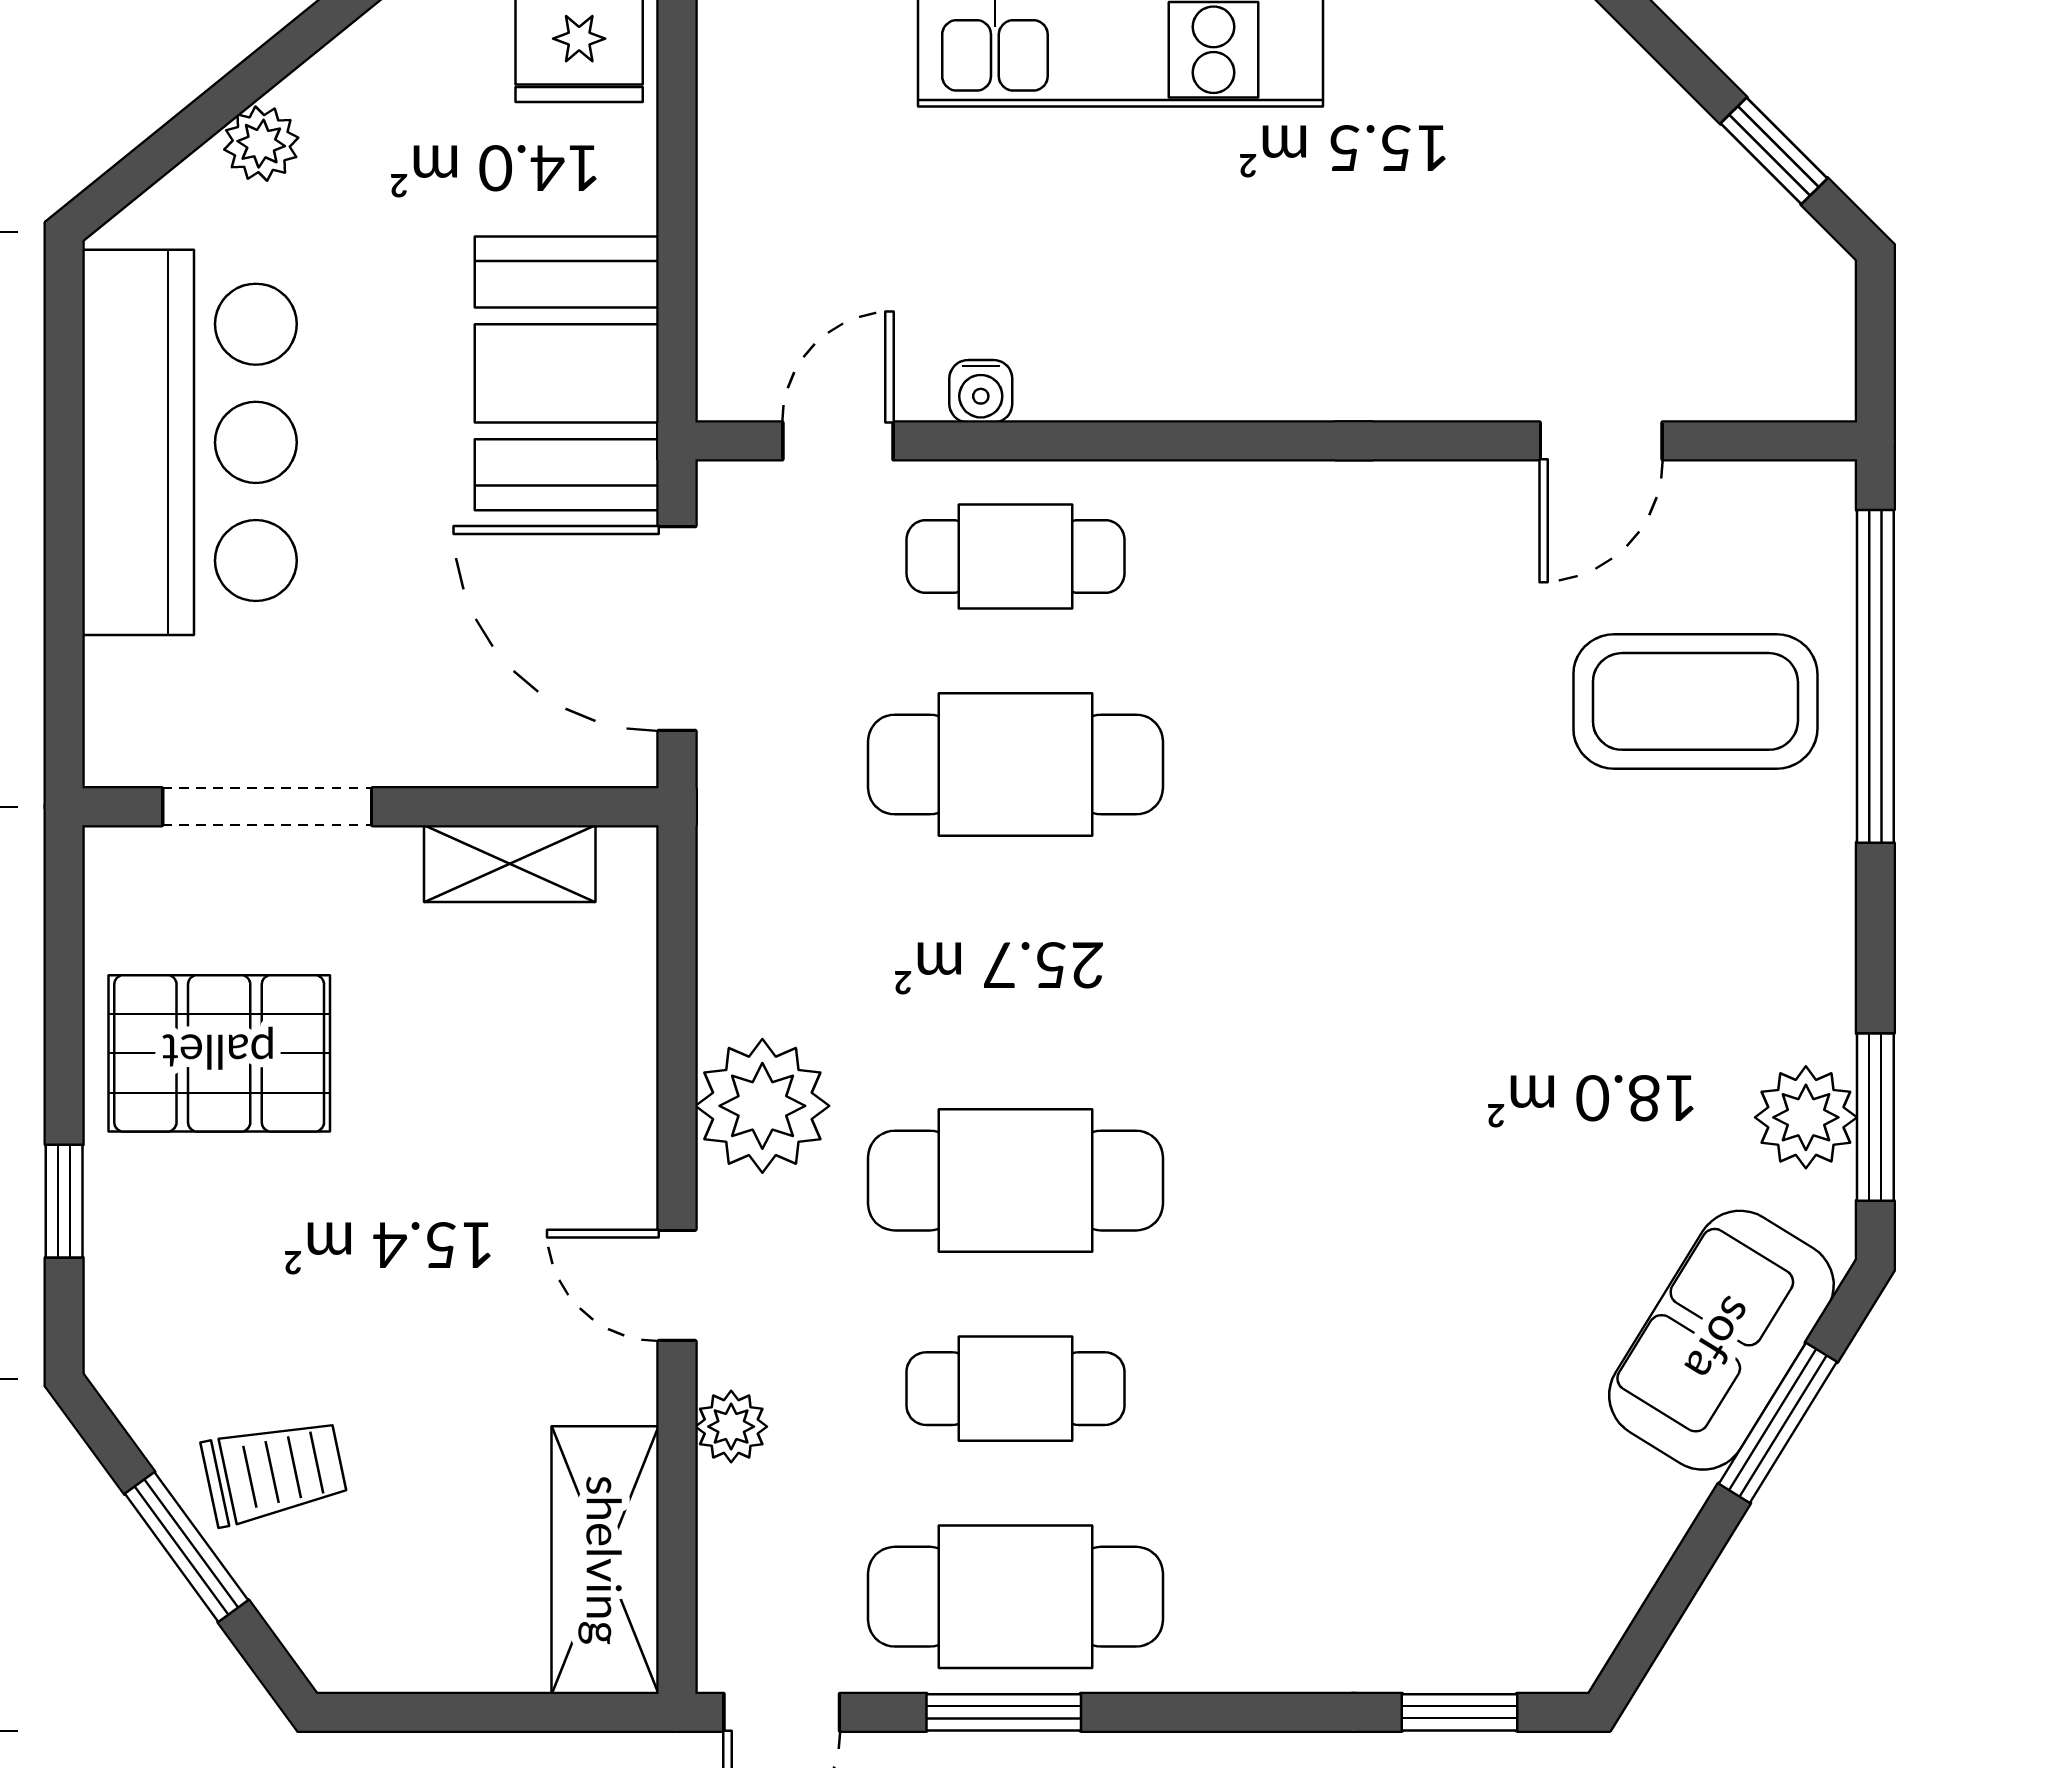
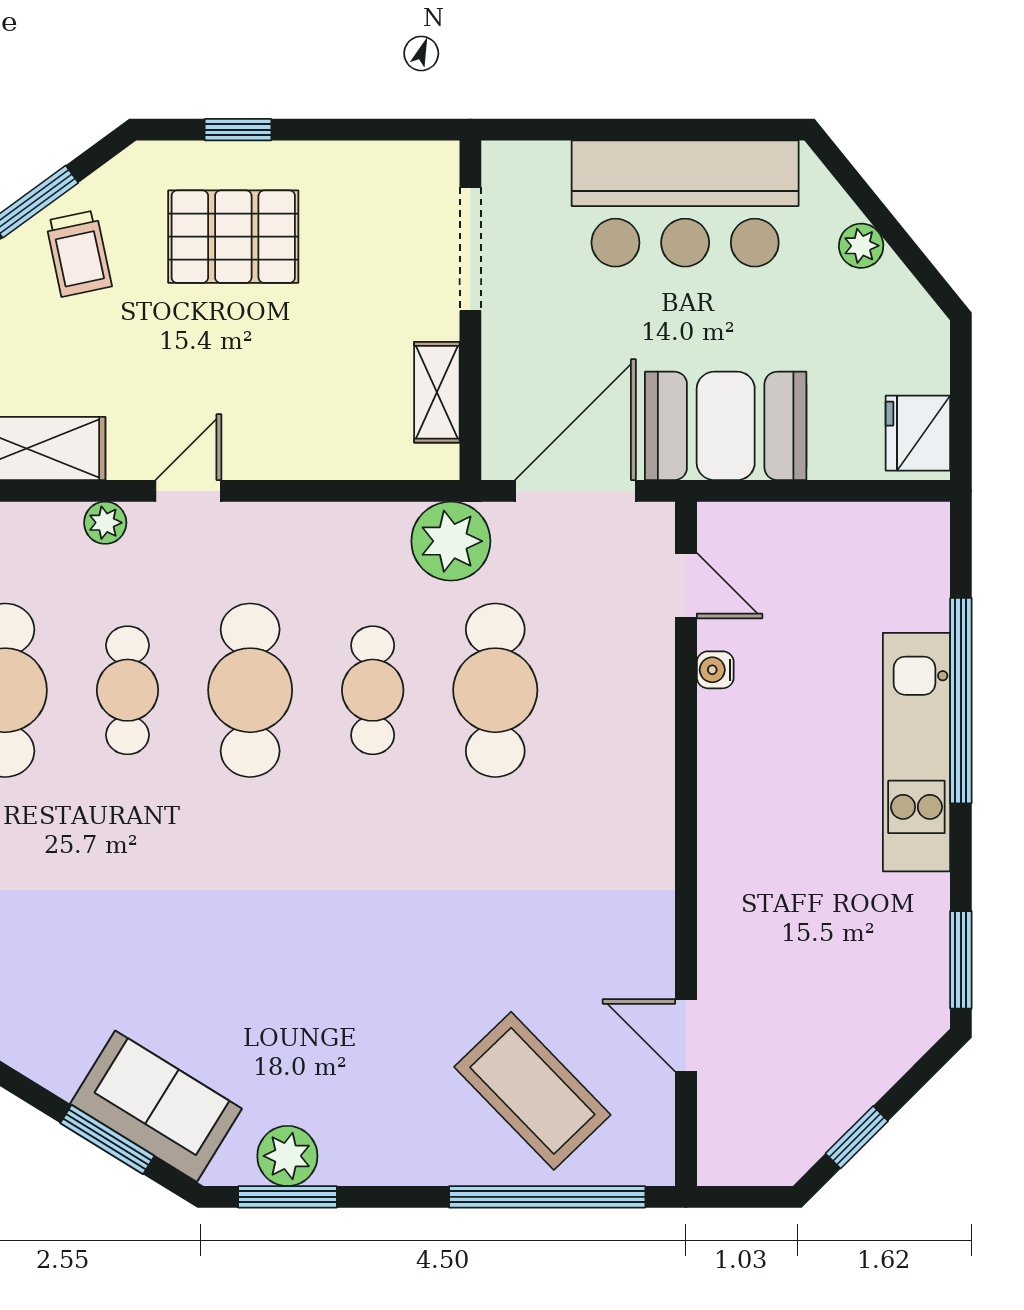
cafe table: (1015, 557) -> (373, 690), moved
coffee table: (1695, 701) -> (532, 1091), turned -44
pallet: (219, 1053) -> (233, 237), moved, turned 90
plant: (762, 1106) -> (451, 541), moved

